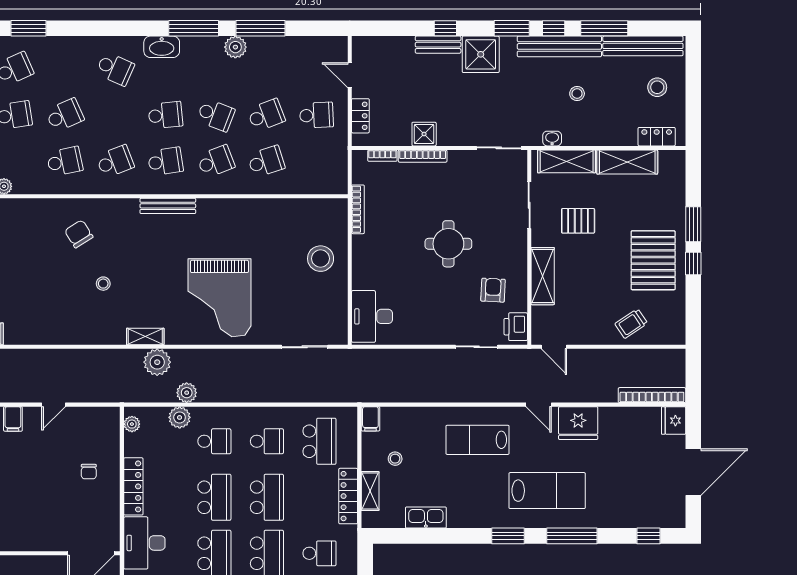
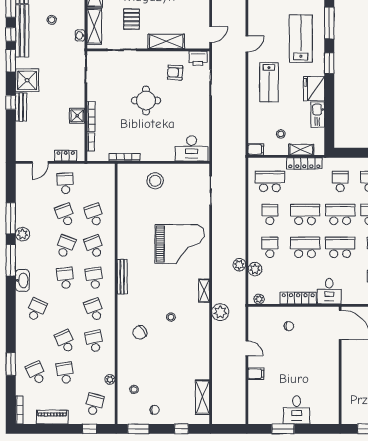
plant: (157, 362) -> (220, 312), moved
fridge: (578, 423) -> (314, 89), moved, turned 180
desk: (144, 543) -> (329, 291), width x0.73

